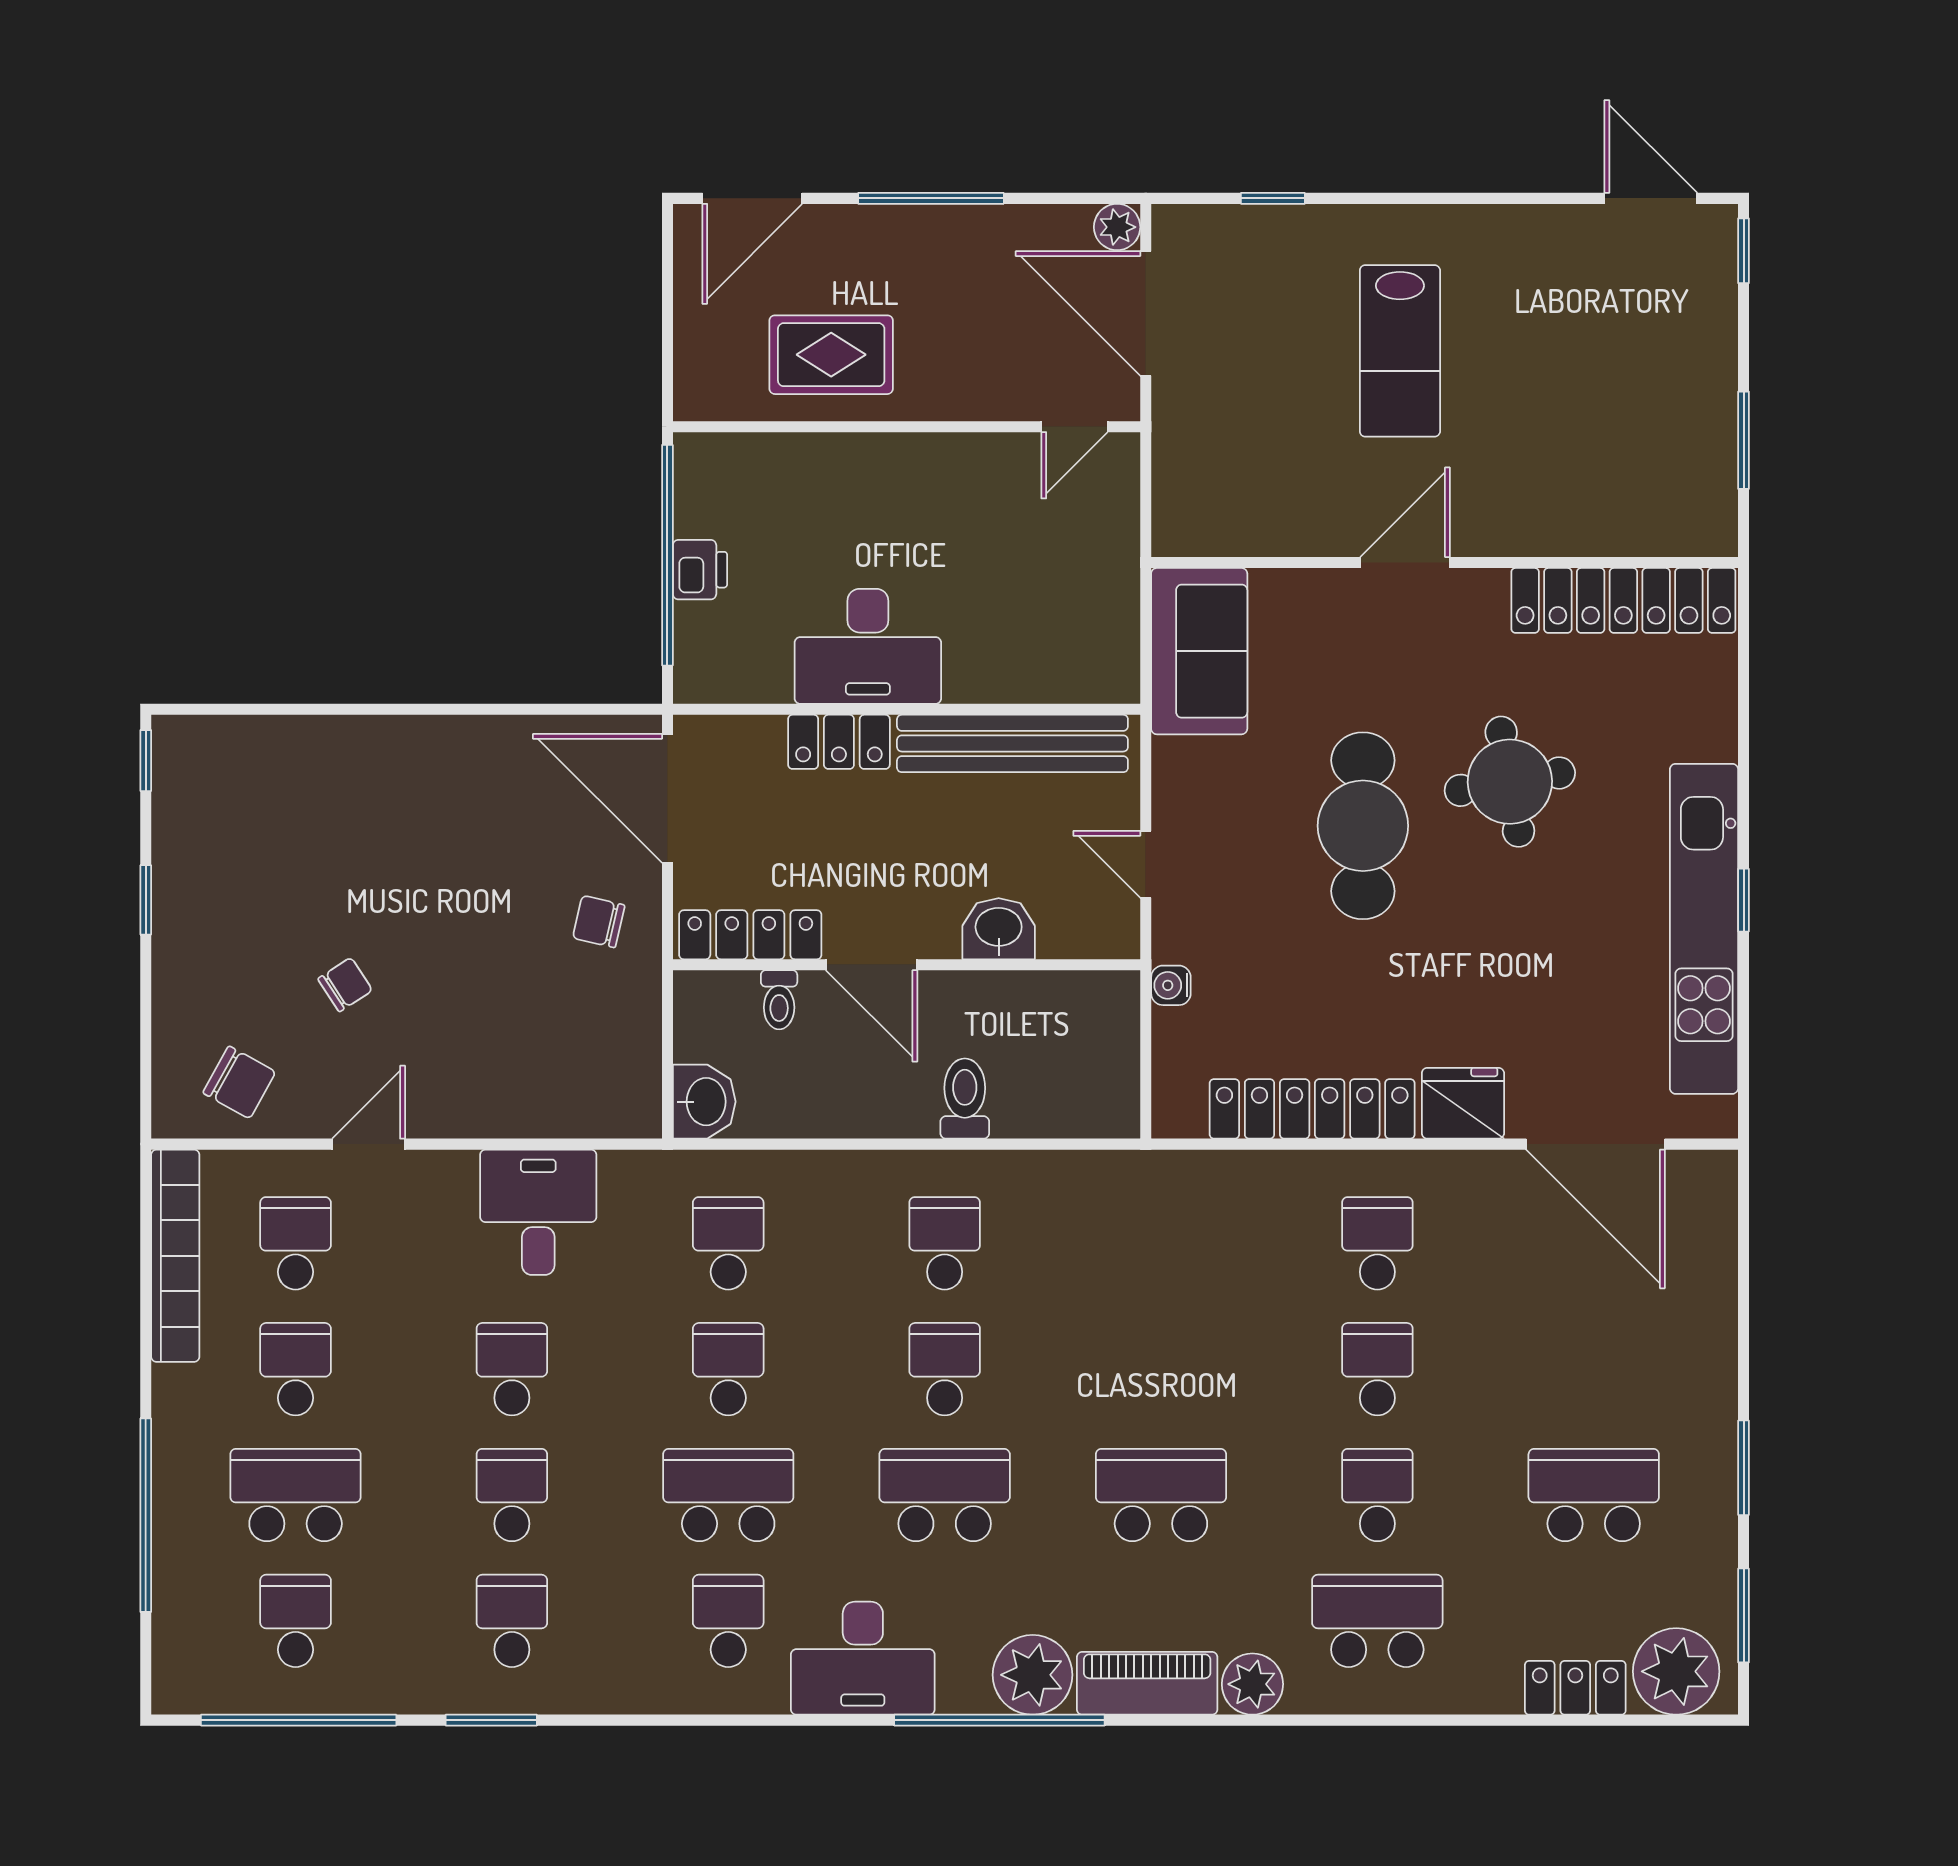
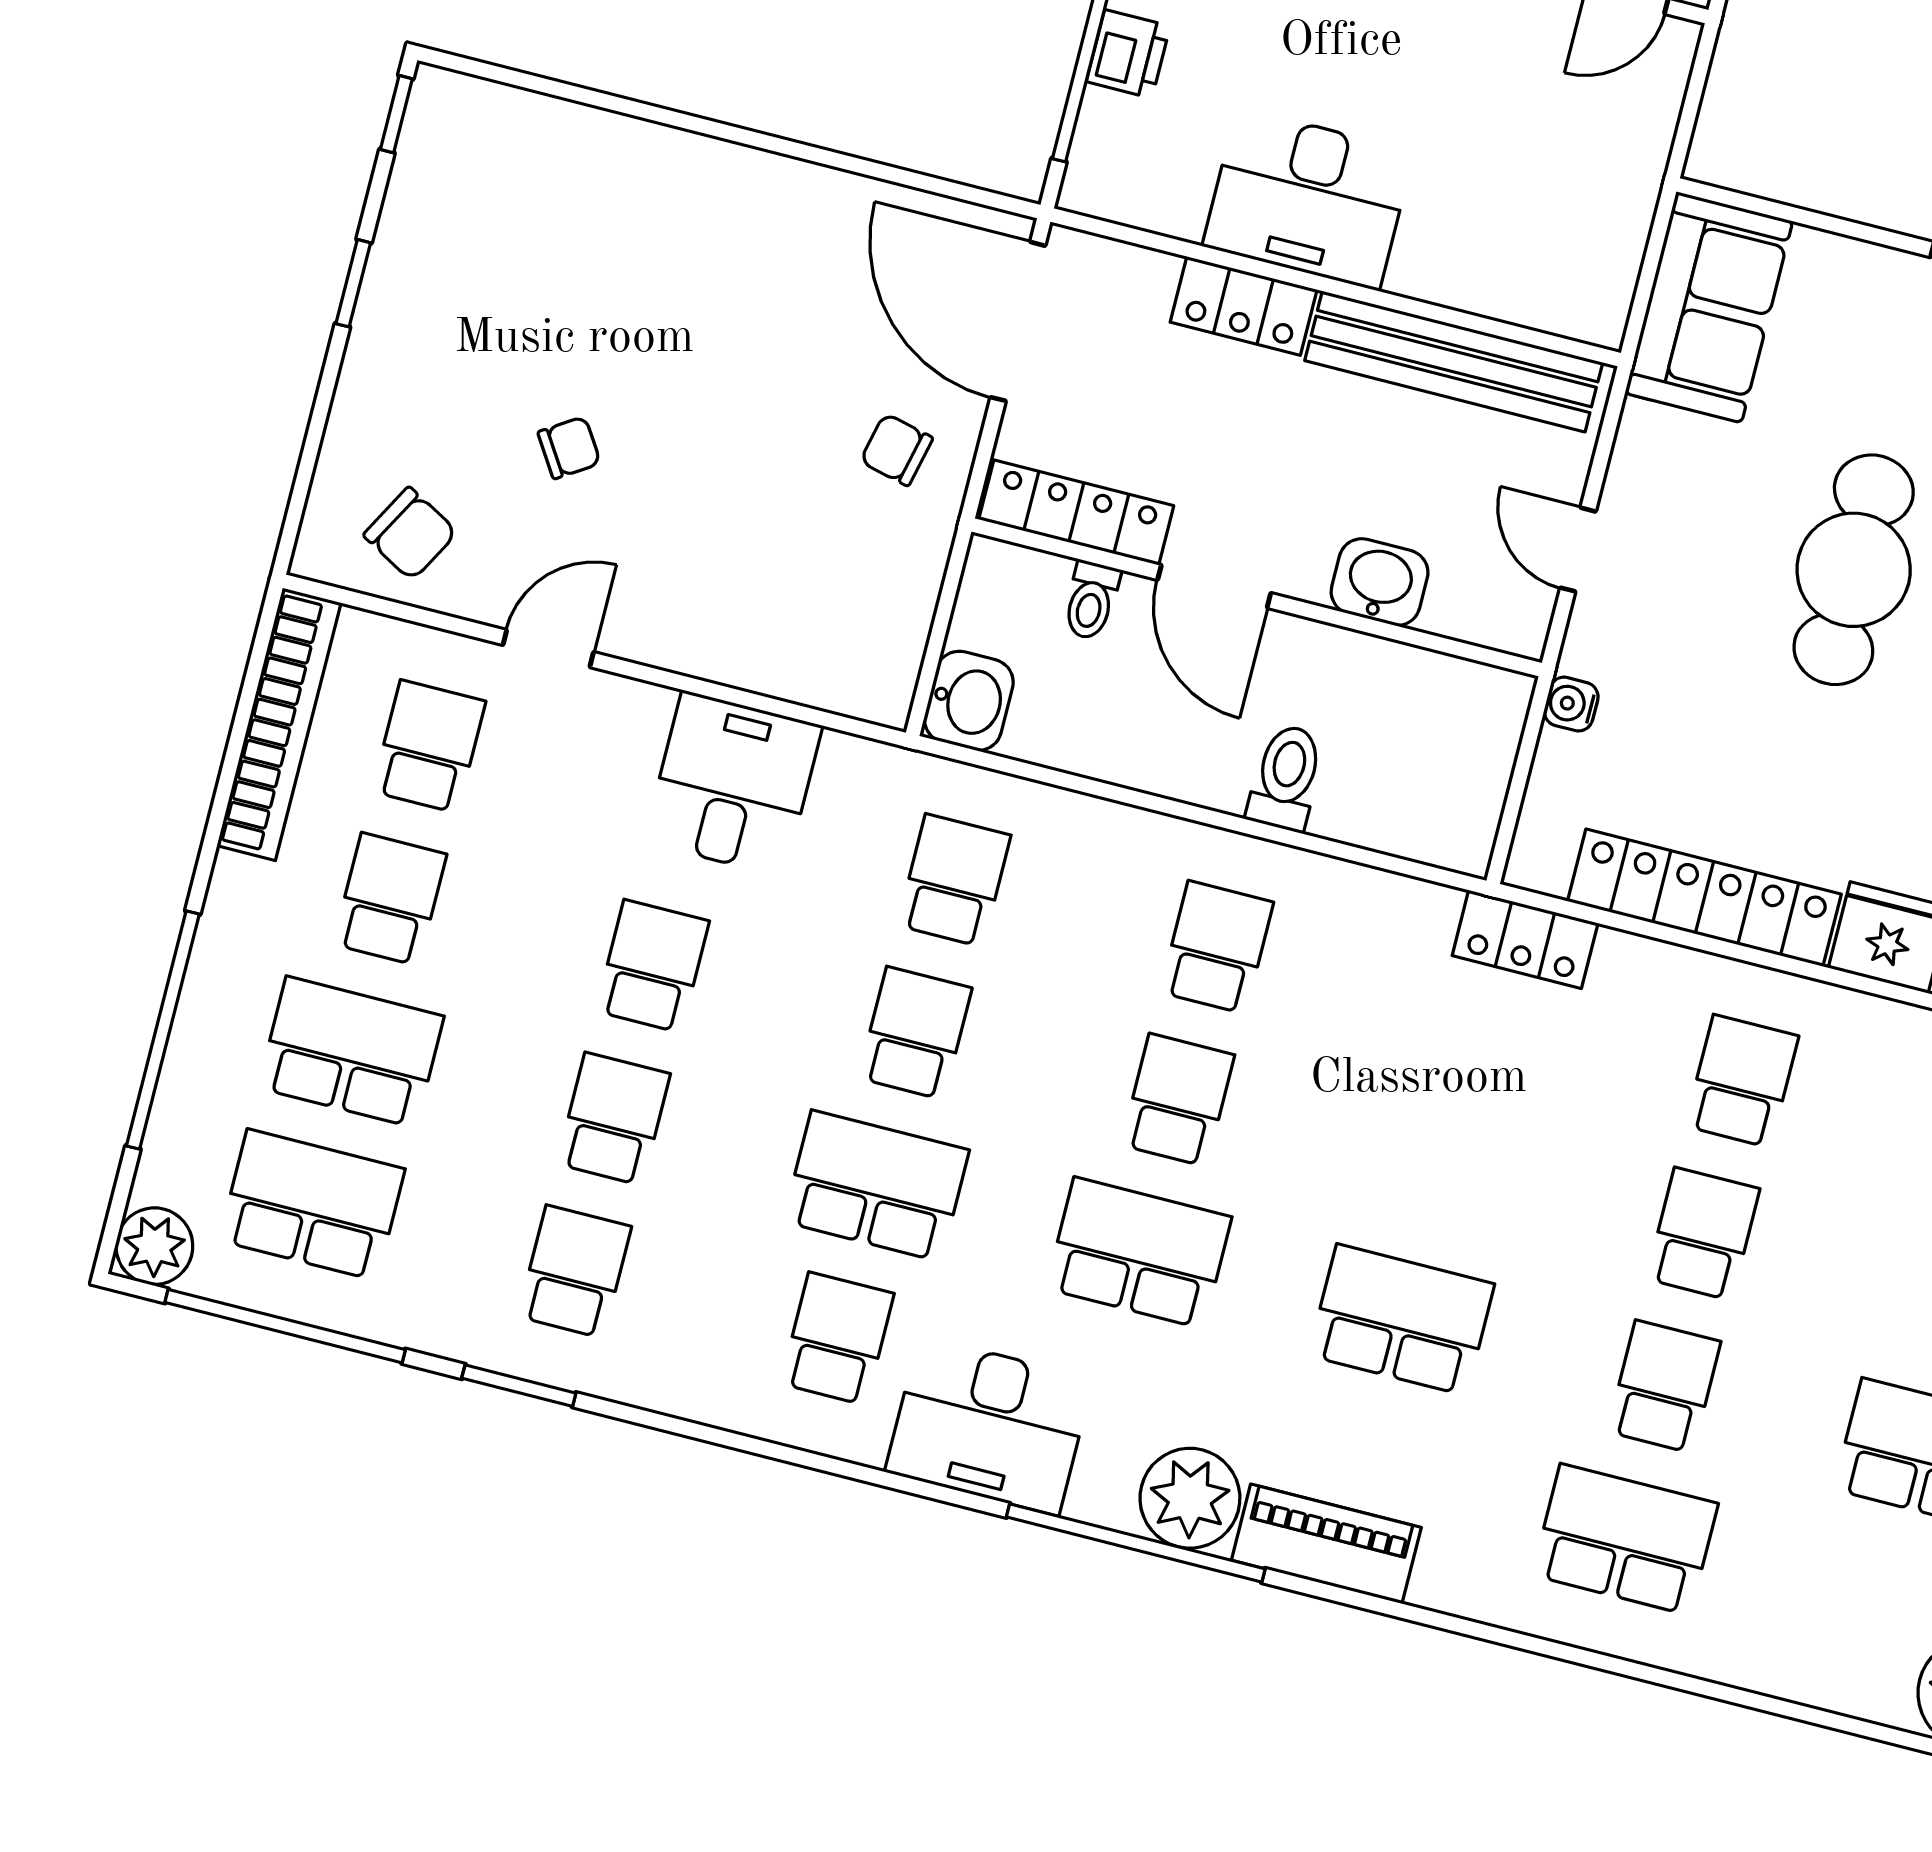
school desk: (296, 1621) -> (312, 1205), width x1.85
plant: (1252, 1684) -> (154, 1246), moved
locker: (1575, 1688) -> (1525, 939), moved, turned 180

